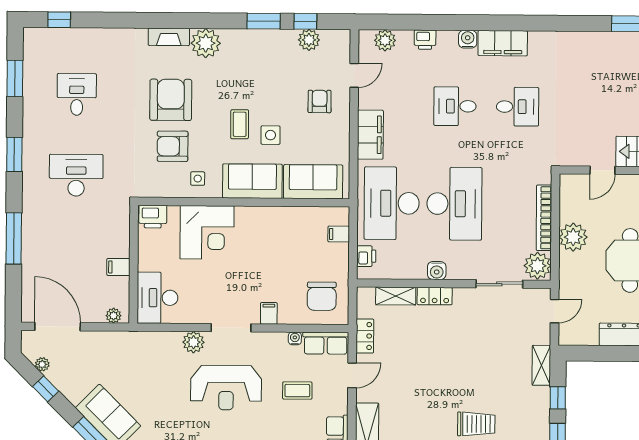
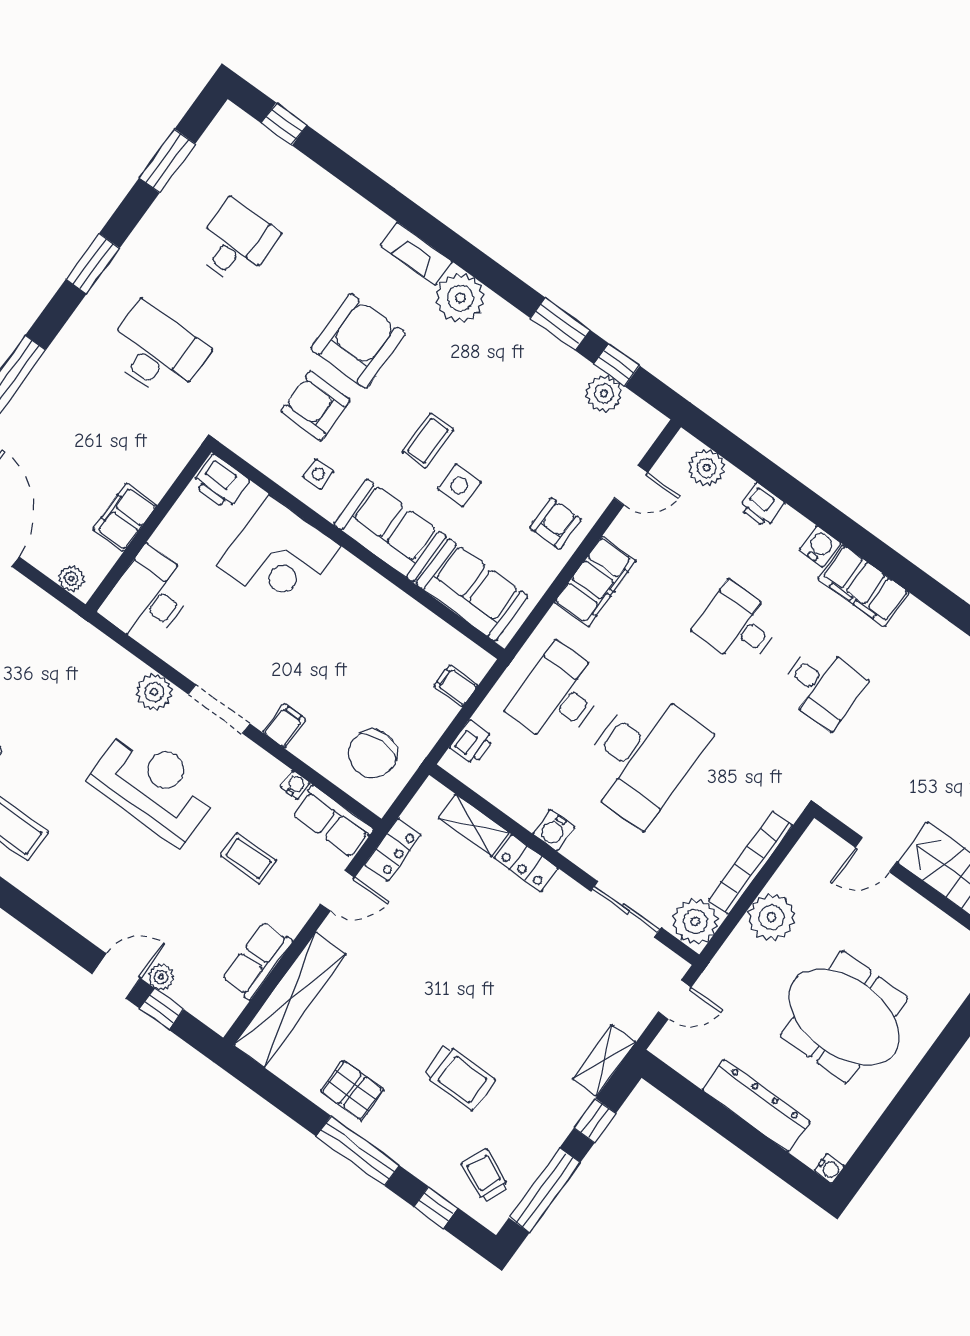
armchair: (320, 101) -> (555, 524), moved
desk: (392, 203) -> (558, 695), width x0.73, depth x0.77
filing cabinet: (118, 267) -> (125, 517), width x2.00
reception desk: (226, 388) -> (154, 786), turned 180

